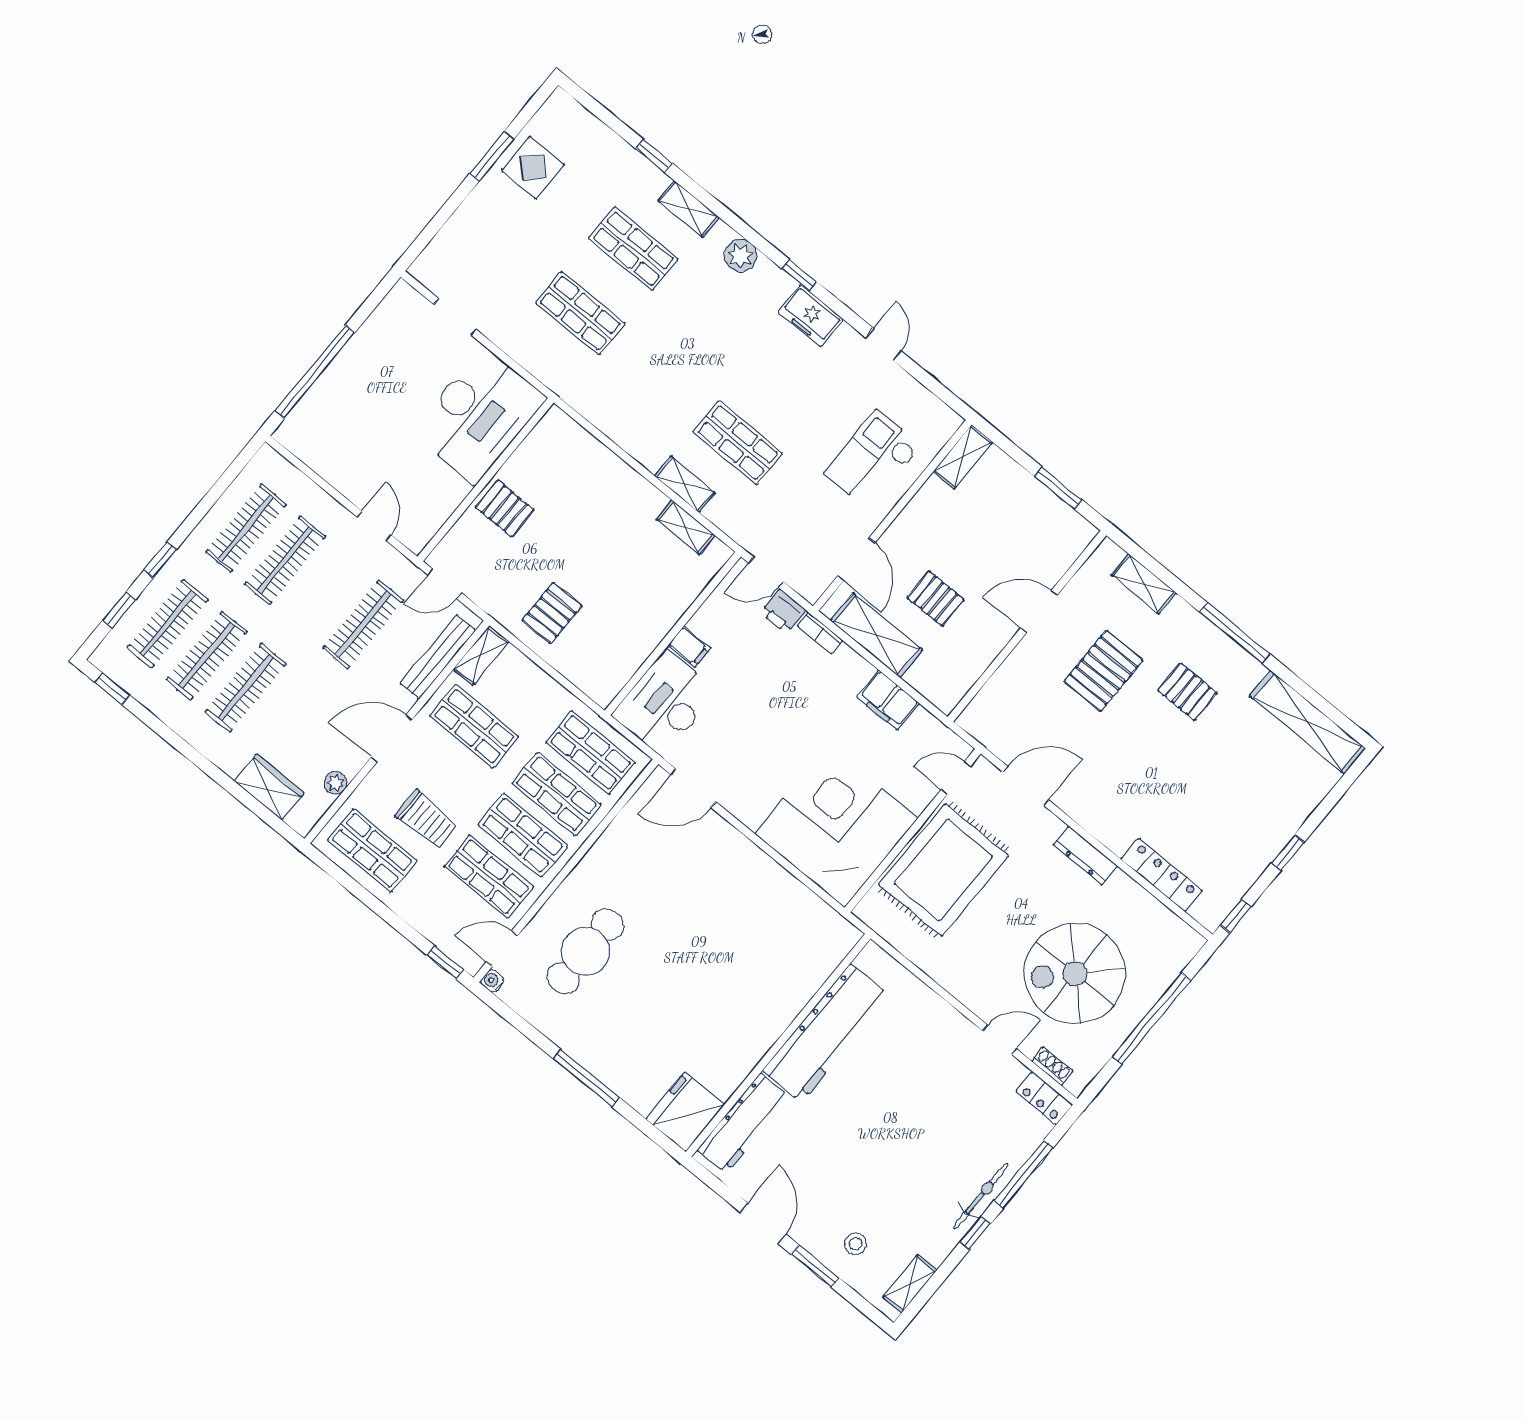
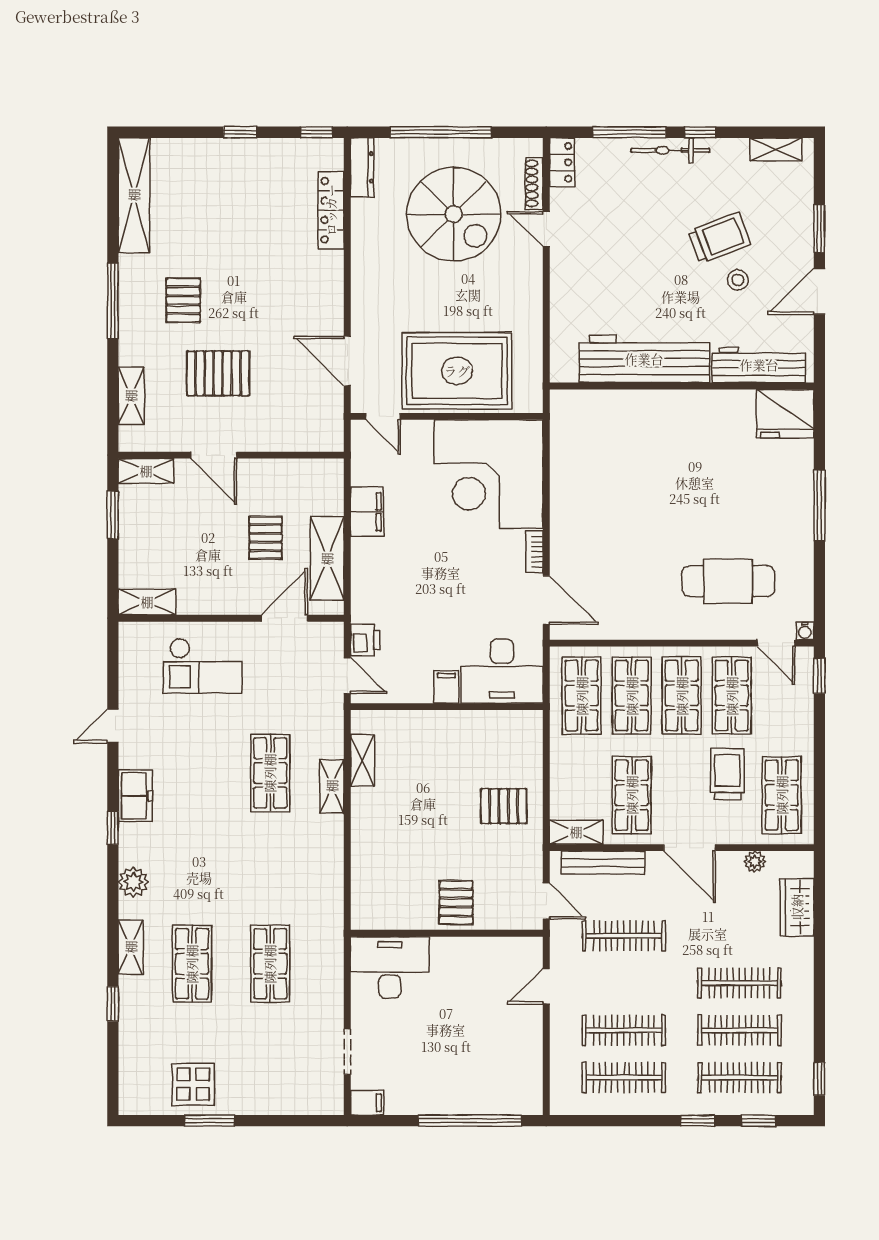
filing cabinet: (400, 299) -> (367, 1103), added
desk: (479, 415) -> (390, 967), width x0.73, depth x0.77
shelving: (1072, 545) -> (146, 471), added
bookcase: (820, 633) -> (534, 552), moved, turned 180
dresser: (1086, 856) -> (362, 167), moved
shoe rack: (1052, 1066) -> (534, 183), width x1.43
trolley: (875, 1177) -> (719, 238), added
stool: (855, 1244) -> (738, 280), moved

